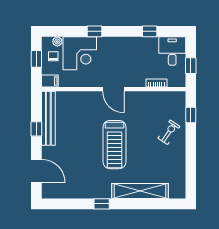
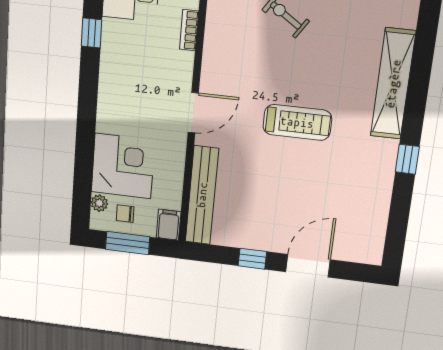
window: (94, 31) -> (85, 135), removed
window: (36, 59) -> (128, 243), width x1.50
bench: (48, 118) -> (202, 195), moved, turned 90
treadmill: (114, 145) -> (297, 122), width x0.73, depth x0.73
door: (36, 171) -> (308, 266), moved

